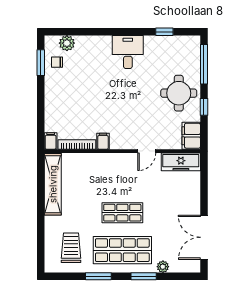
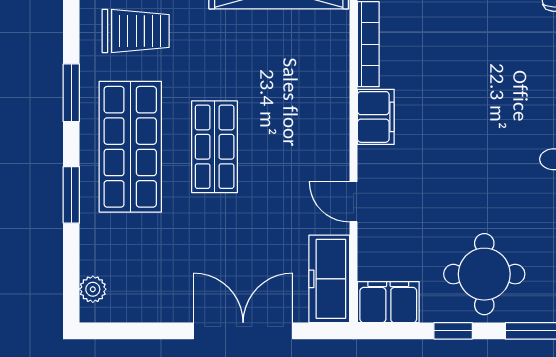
filing cabinet: (103, 141) -> (376, 117), width x2.00
double door: (204, 237) -> (243, 331), moved
plant: (163, 267) -> (93, 289), moved

